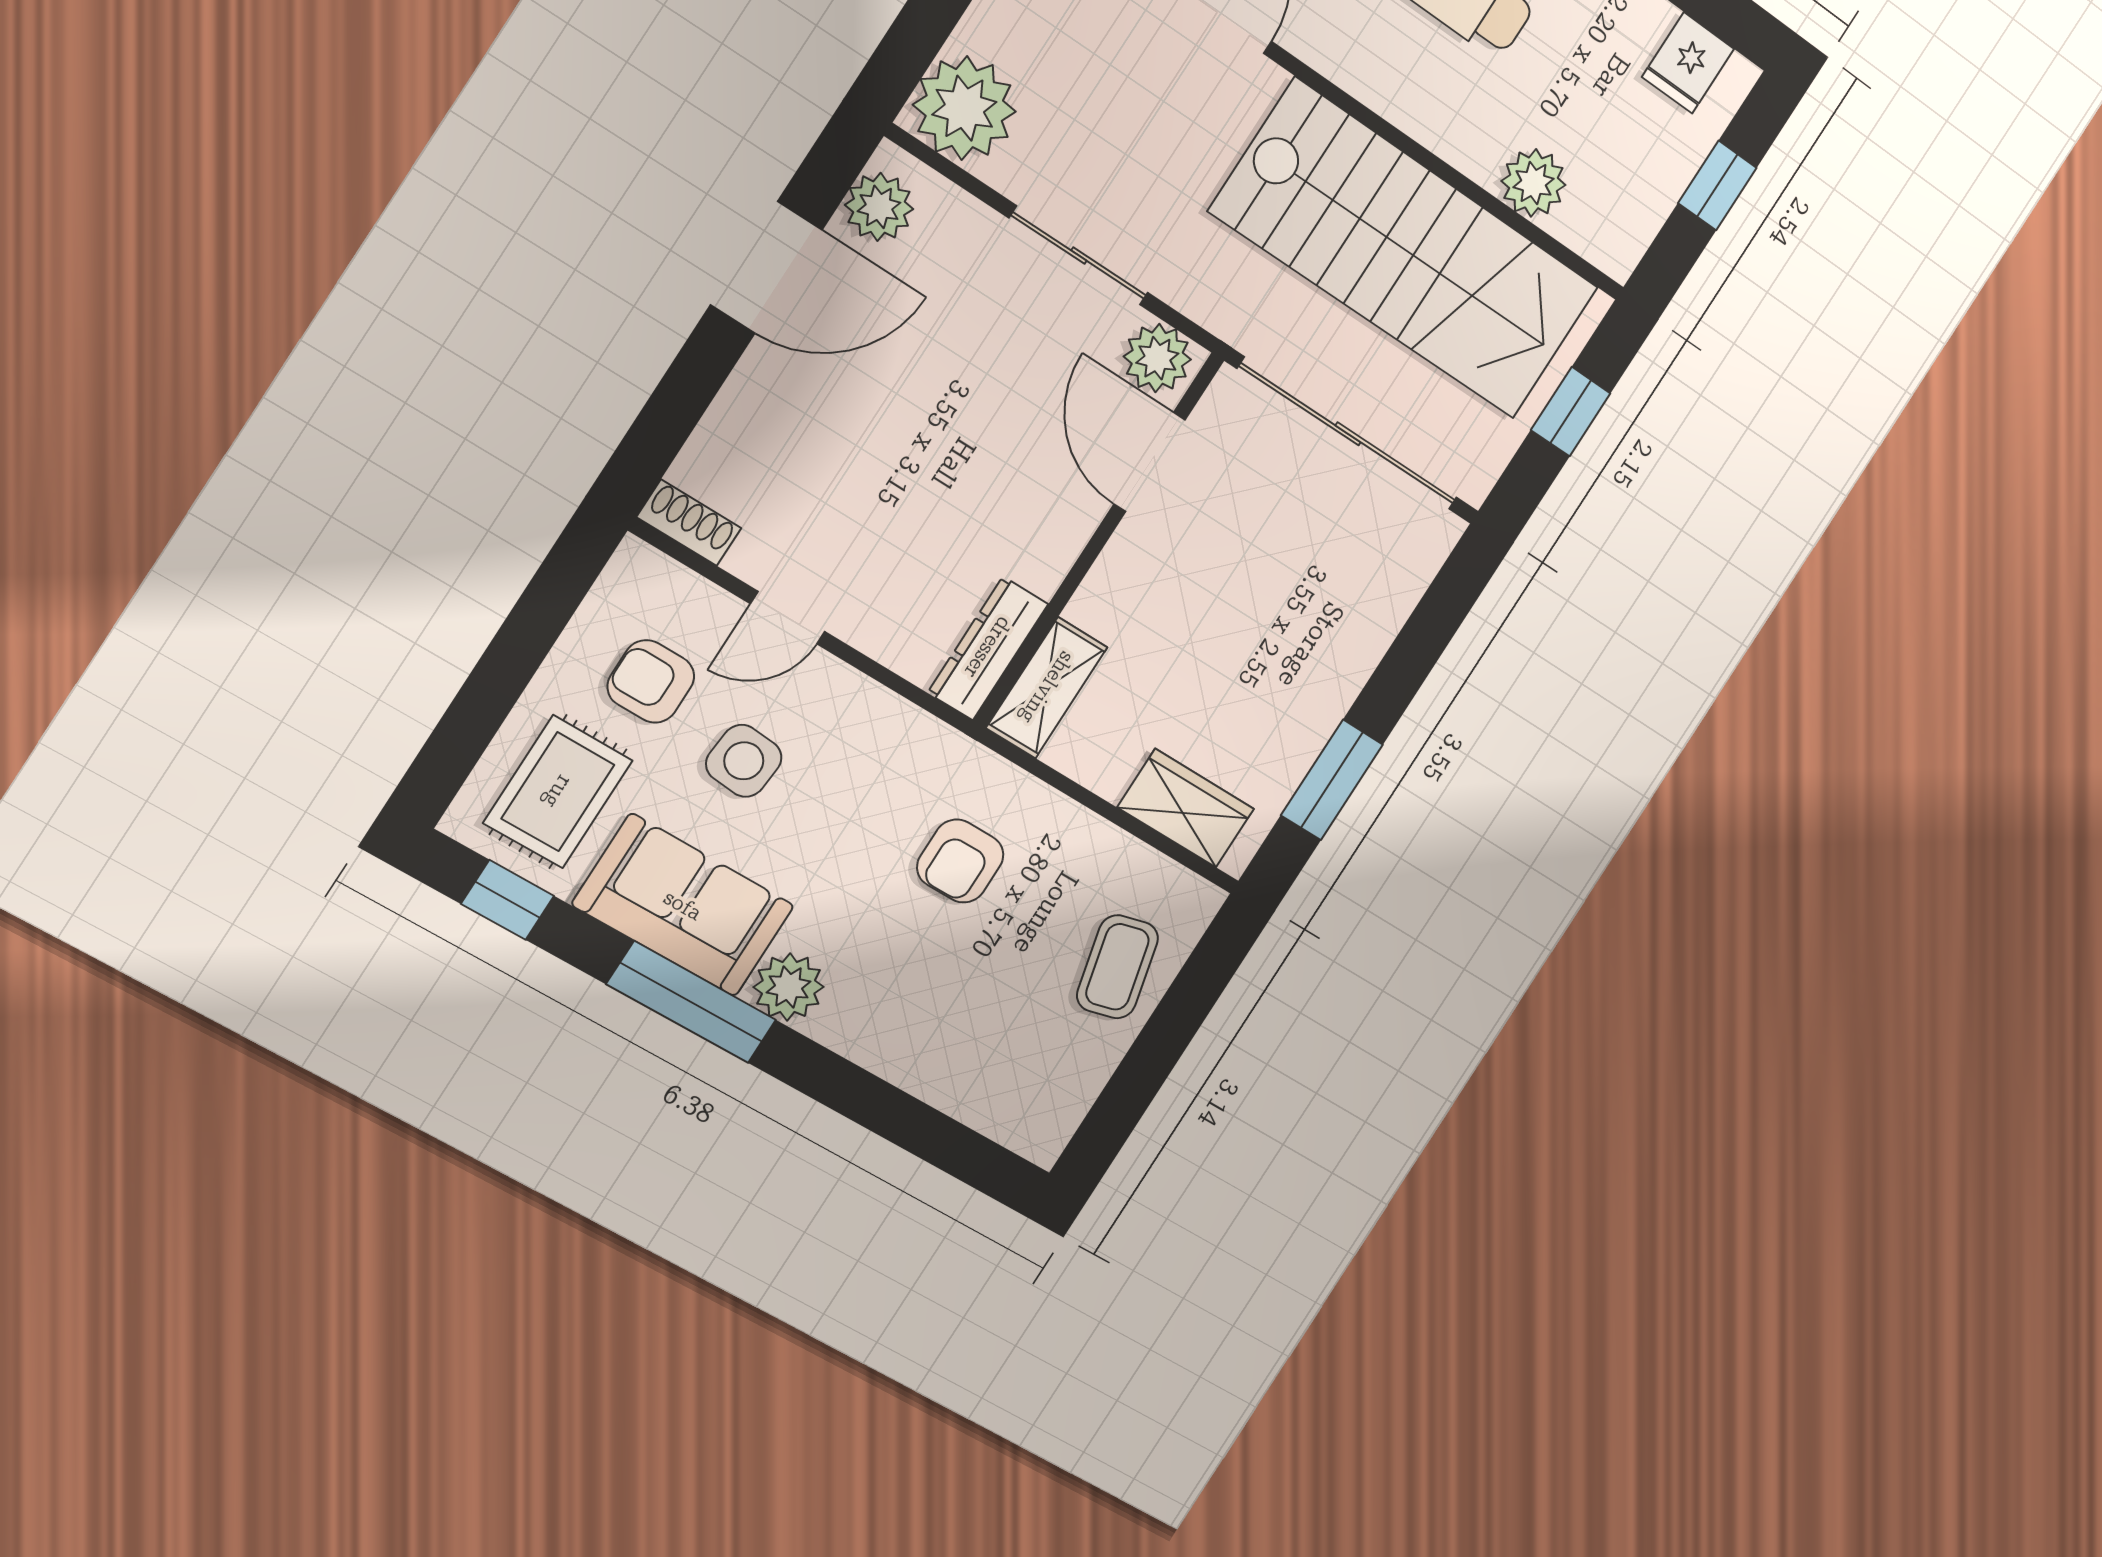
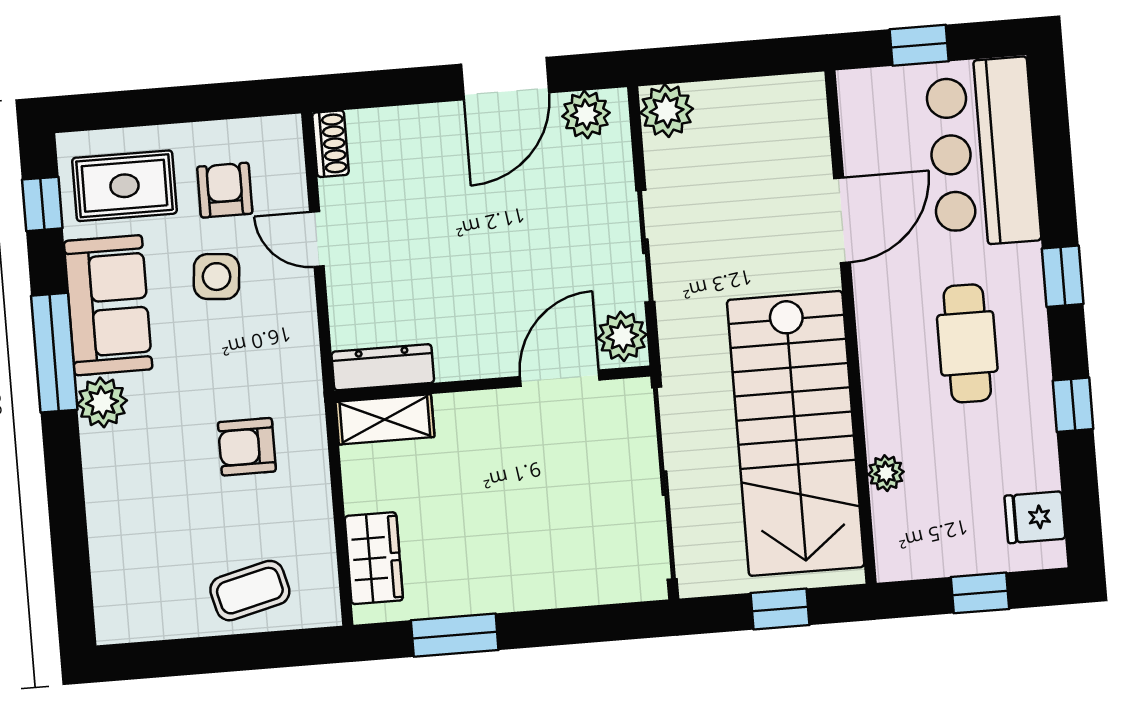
plant: (964, 108) -> (667, 111), width x0.73, depth x0.73
plant: (1534, 183) -> (886, 473), width x0.73, depth x0.73
door: (766, 267) -> (505, 79), hinge flipped

